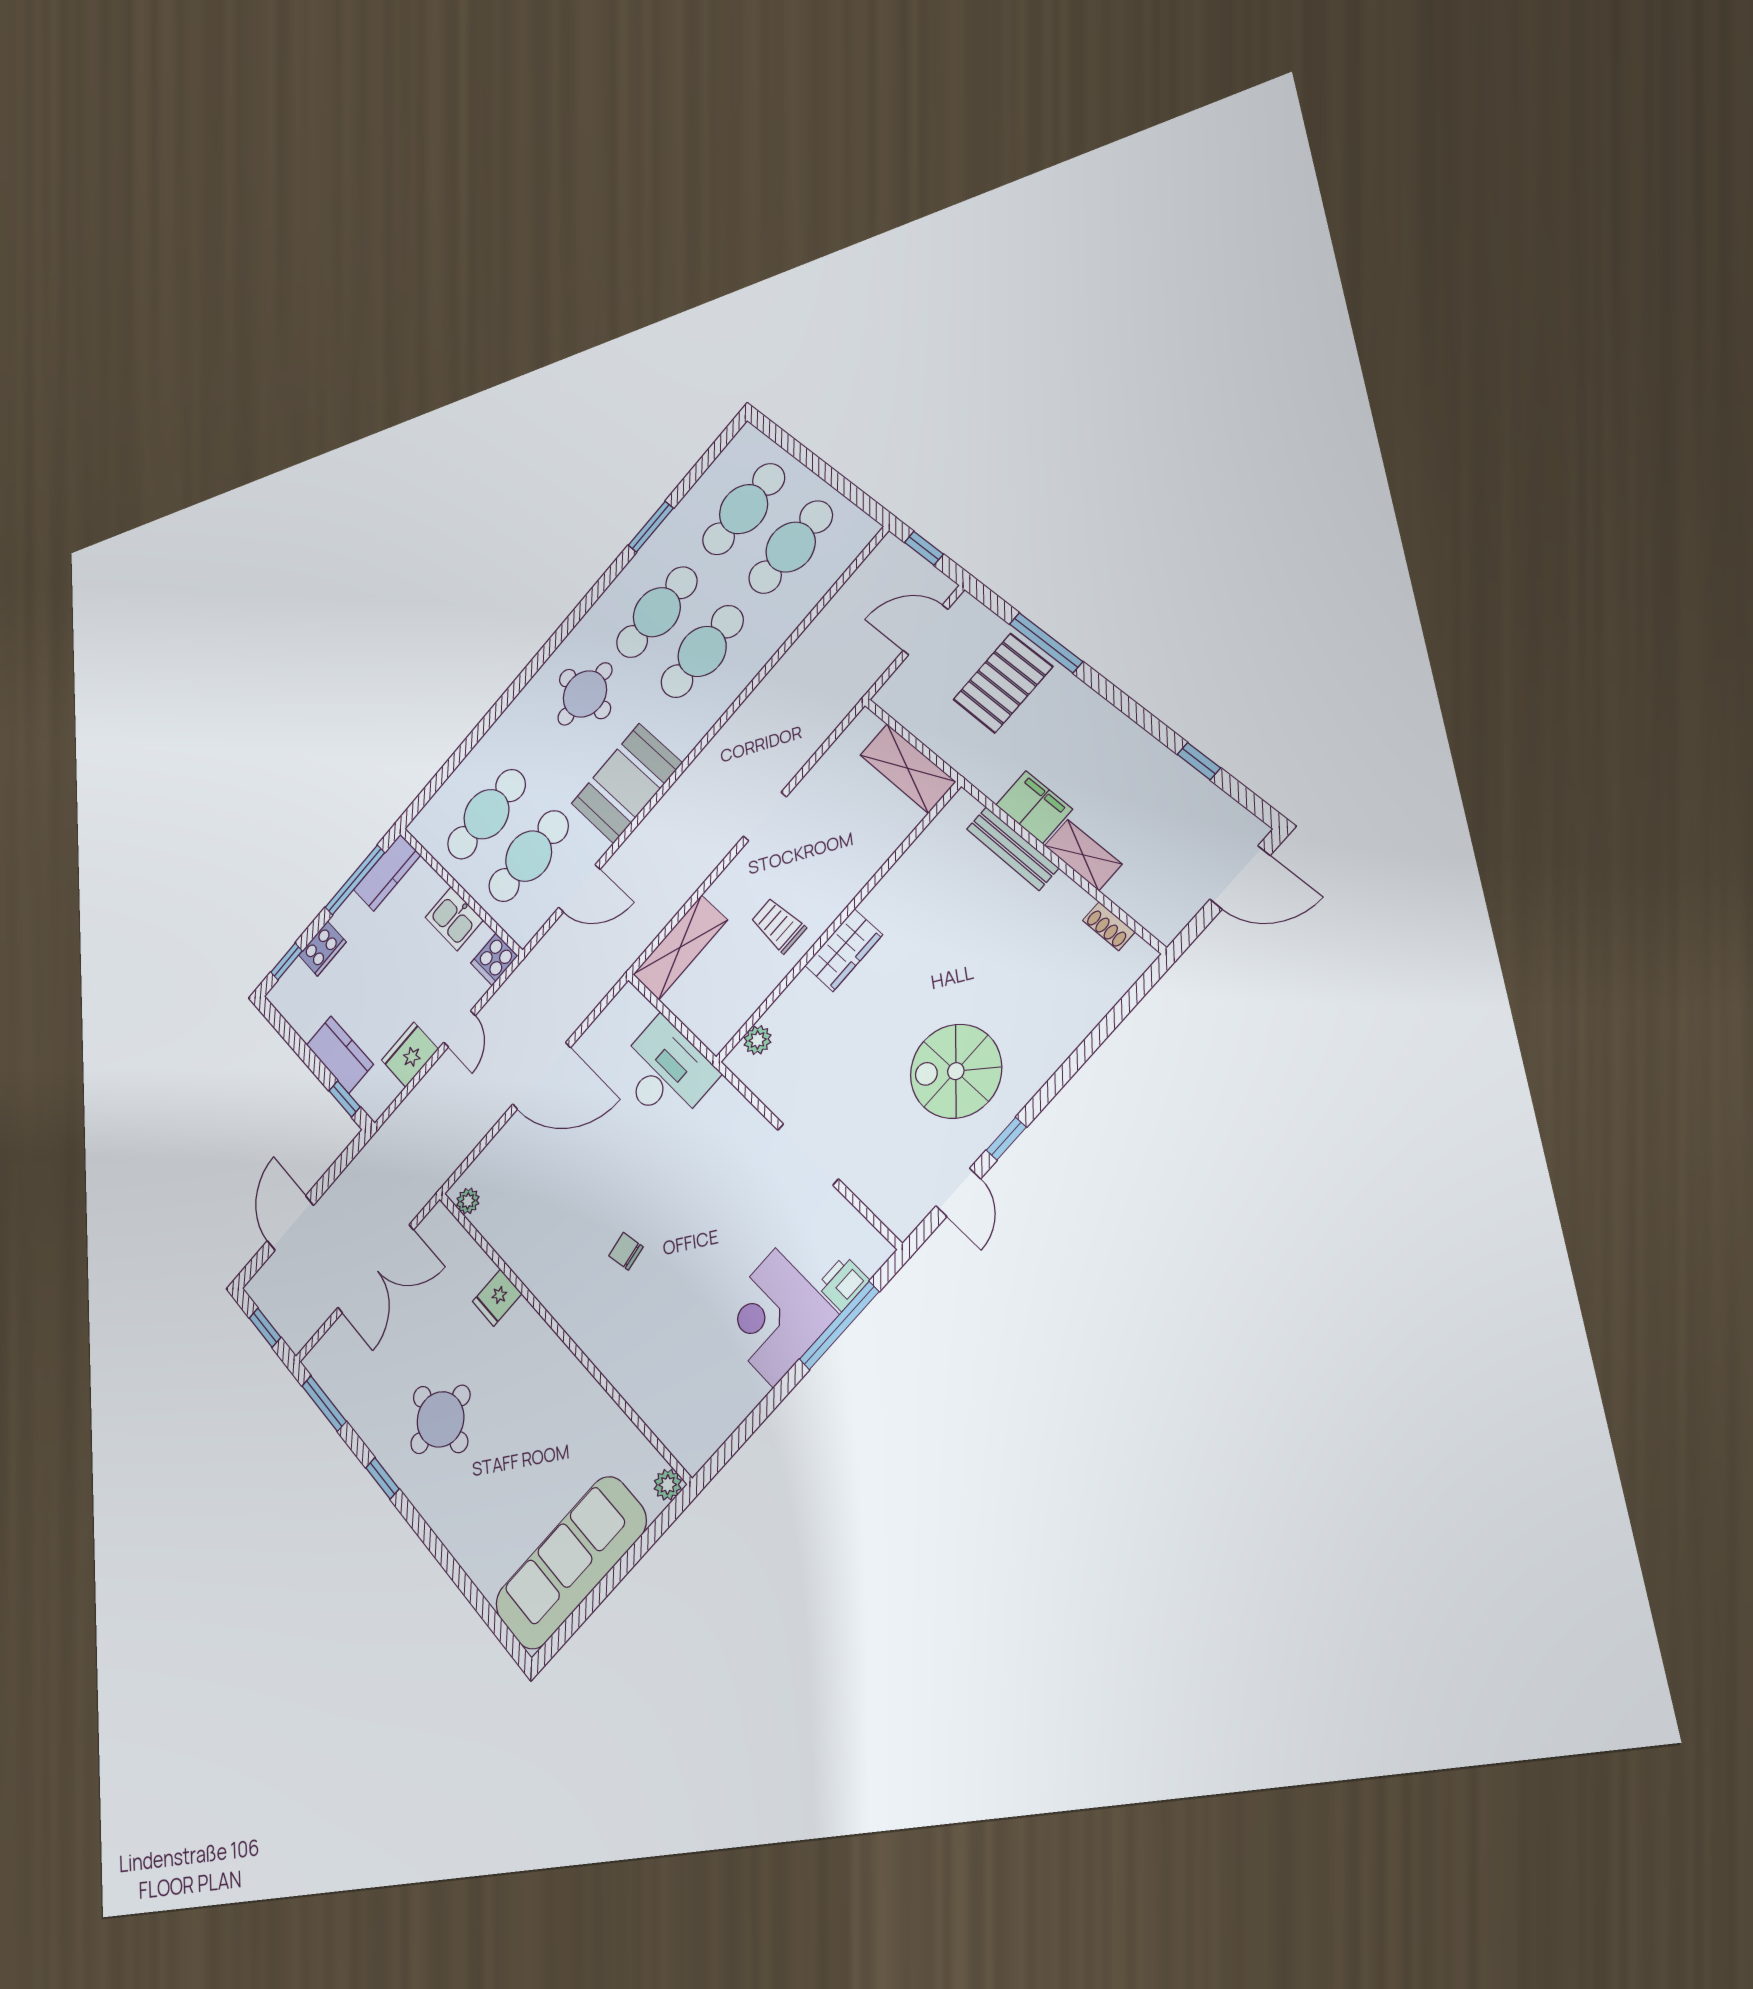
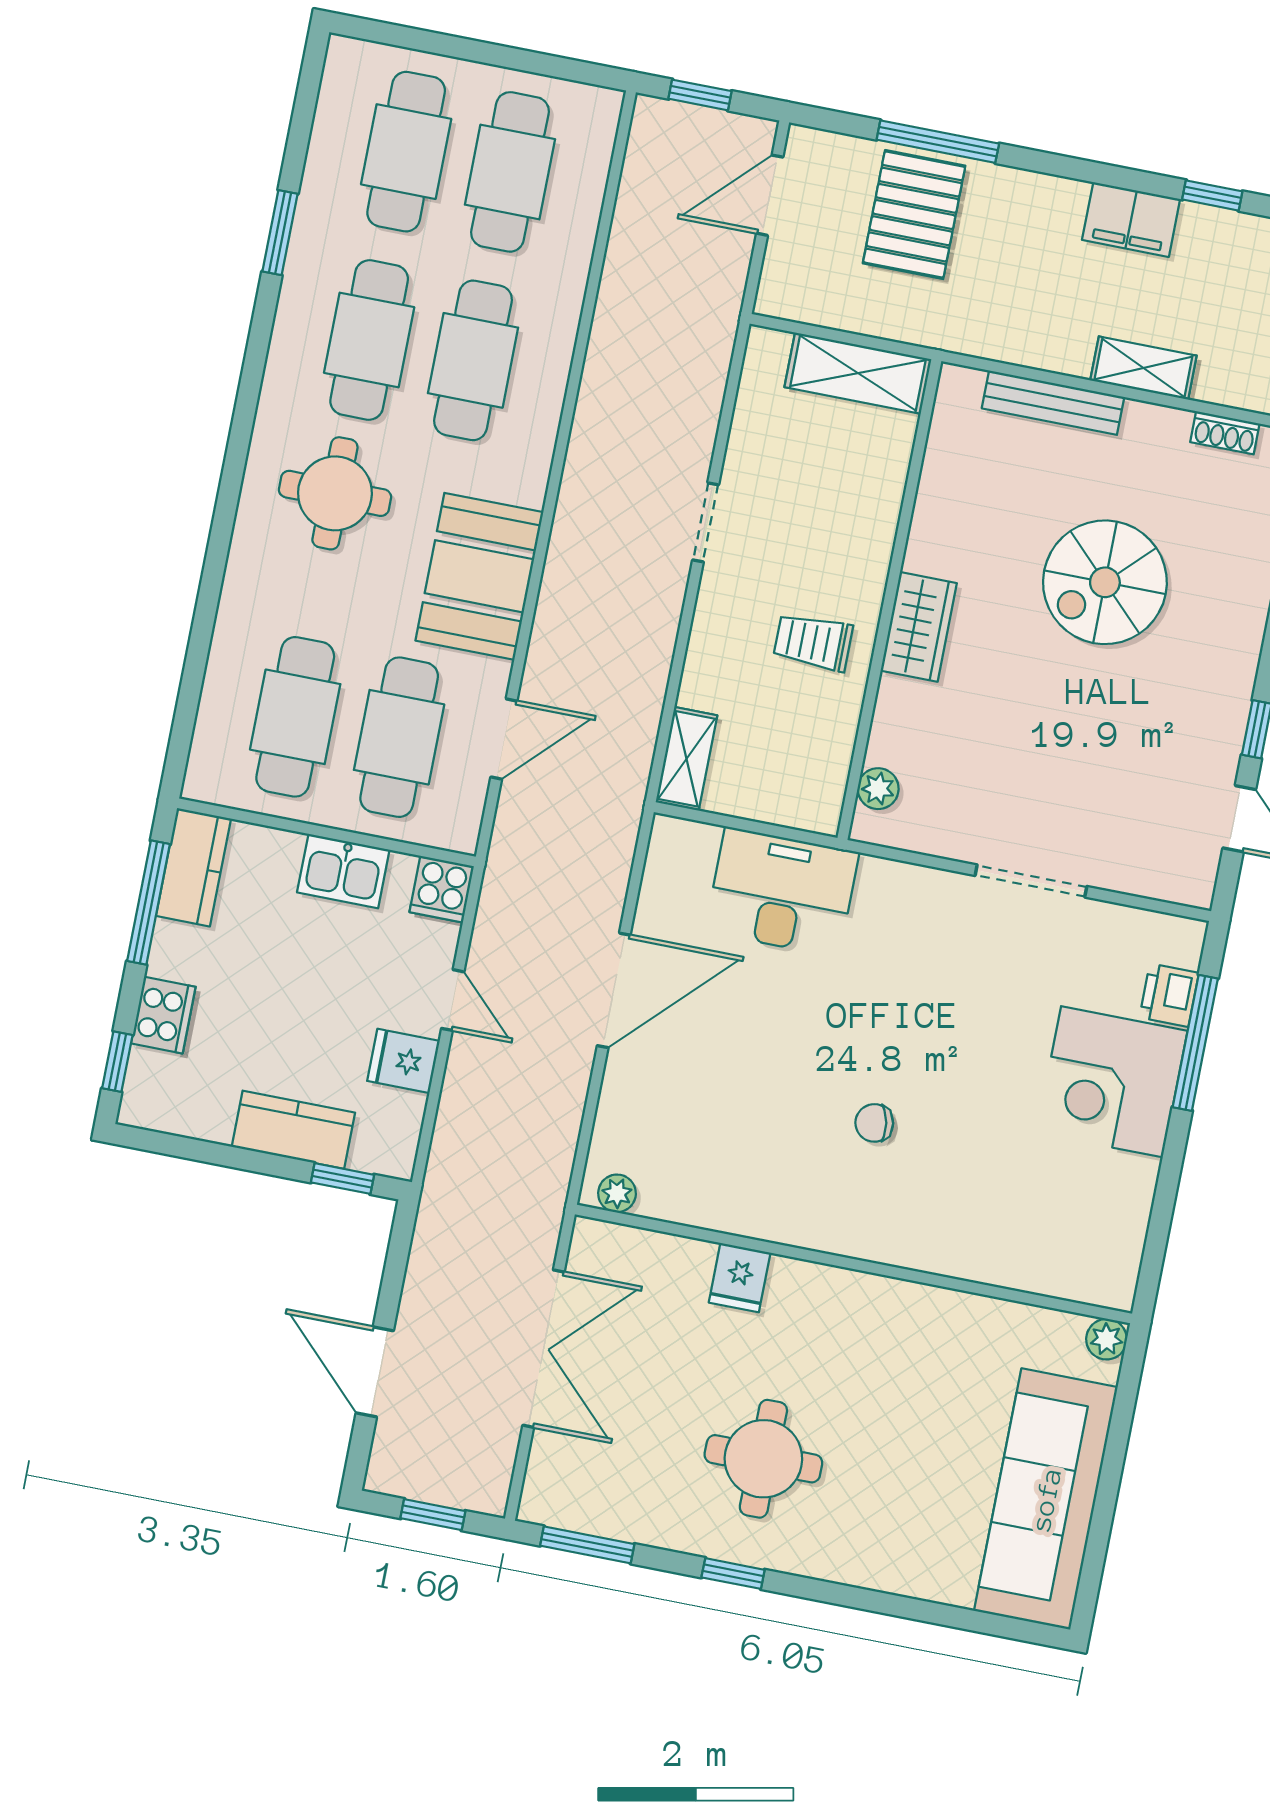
filing cabinet: (1034, 807) -> (1131, 220), moved, turned 180
shelving: (680, 947) -> (686, 759), width x0.67, depth x0.75
fridge: (410, 1055) -> (403, 1061), width x0.72
spiral stairs: (956, 1071) -> (1105, 582), moved

